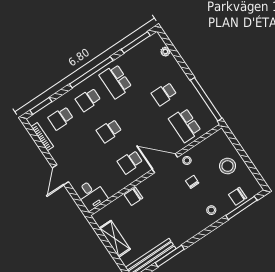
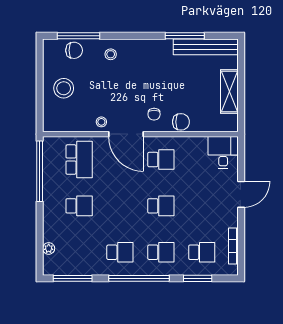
school desk: (116, 81) -> (120, 252), width x0.54
window: (41, 106) -> (198, 278), moved
chair: (192, 182) -> (154, 114), moved

